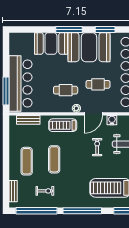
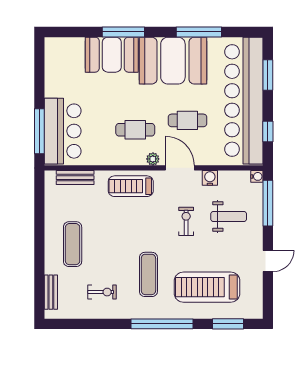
window: (69, 29) -> (123, 32), moved
window: (105, 29) -> (199, 32), width x1.44
bar counter: (20, 84) -> (63, 131), width x0.73
door: (93, 114) -> (180, 168), swing flipped
exercise mat: (54, 159) -> (148, 274), moved
window: (36, 211) -> (88, 324), removed

